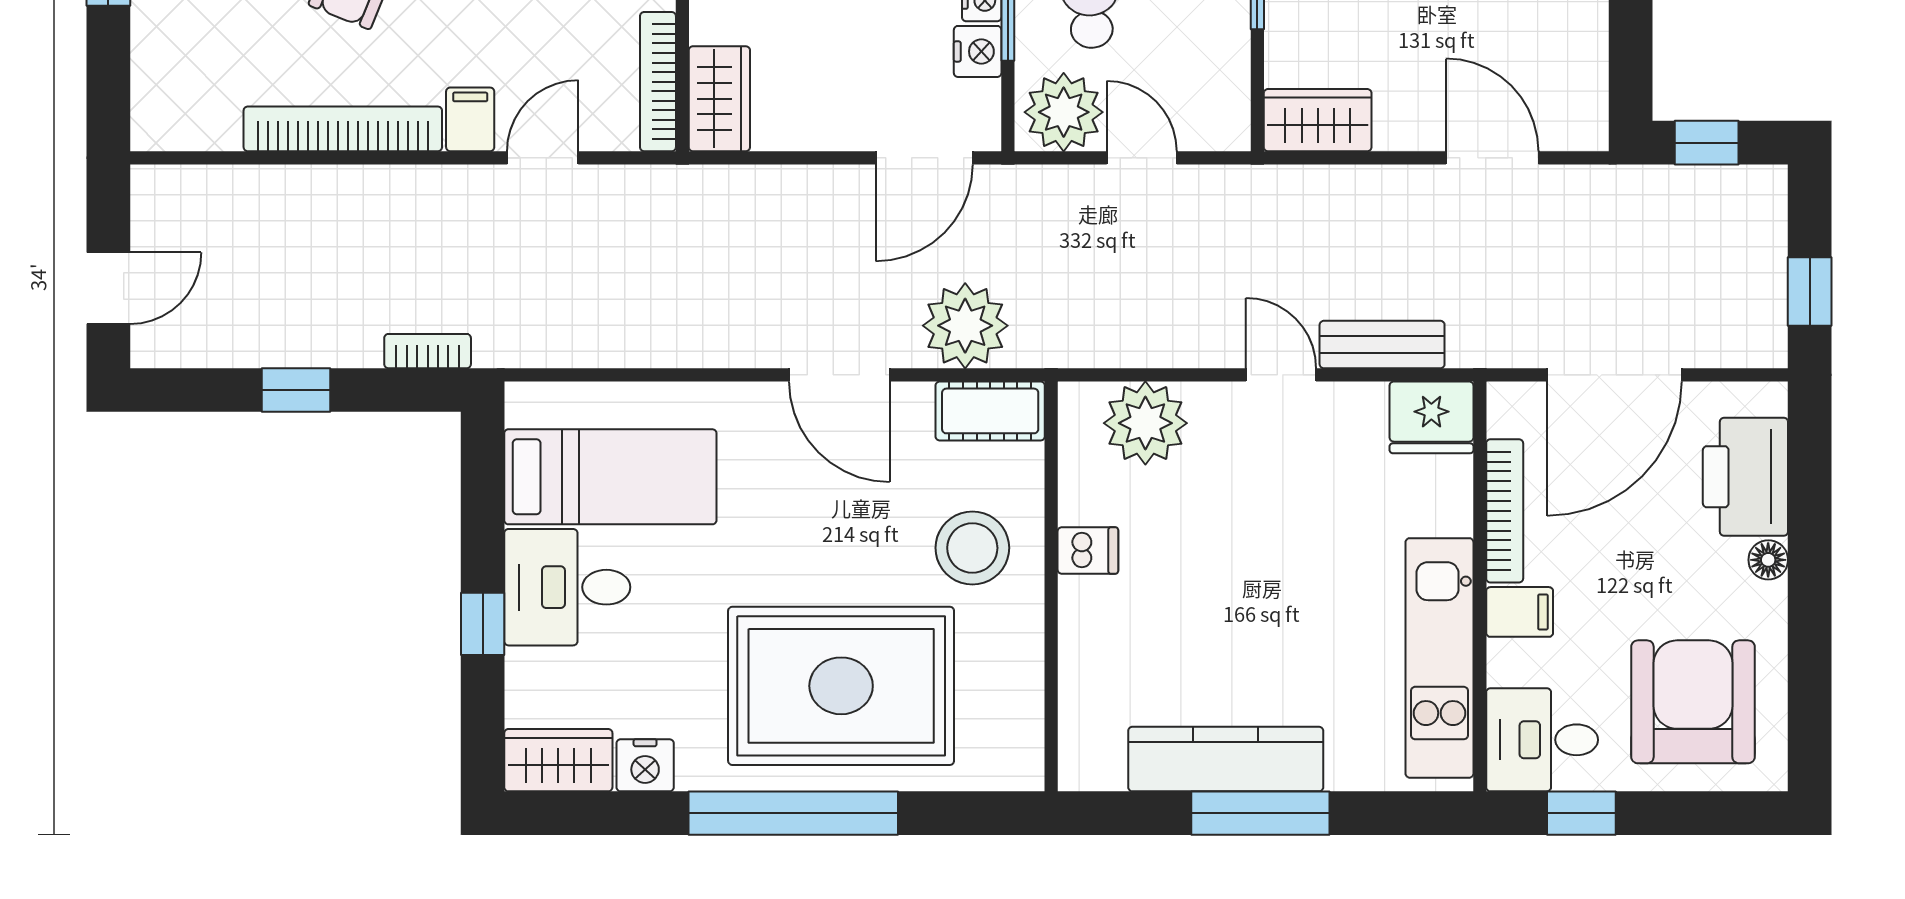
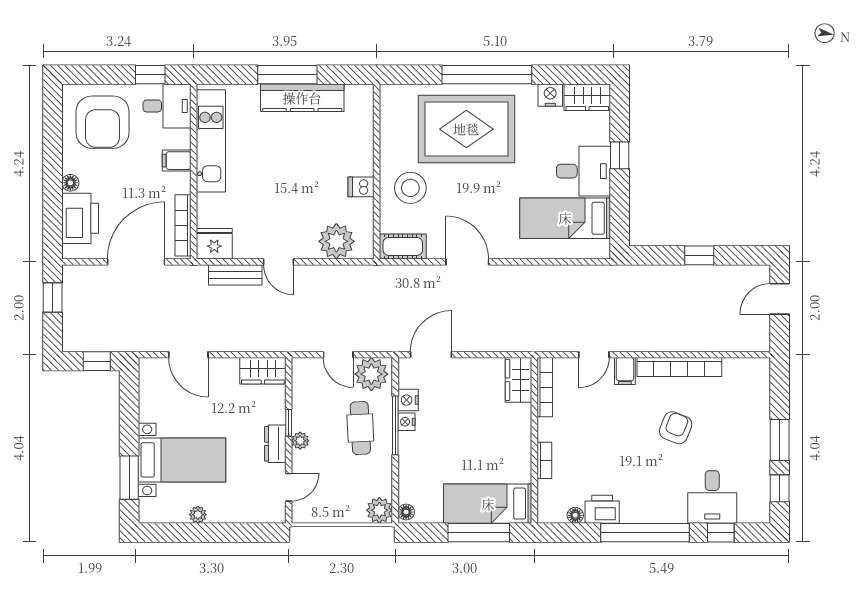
plant: (965, 326) -> (413, 283), removed
bookcase: (428, 351) -> (643, 272), removed
bookcase: (1505, 511) -> (183, 225), moved

